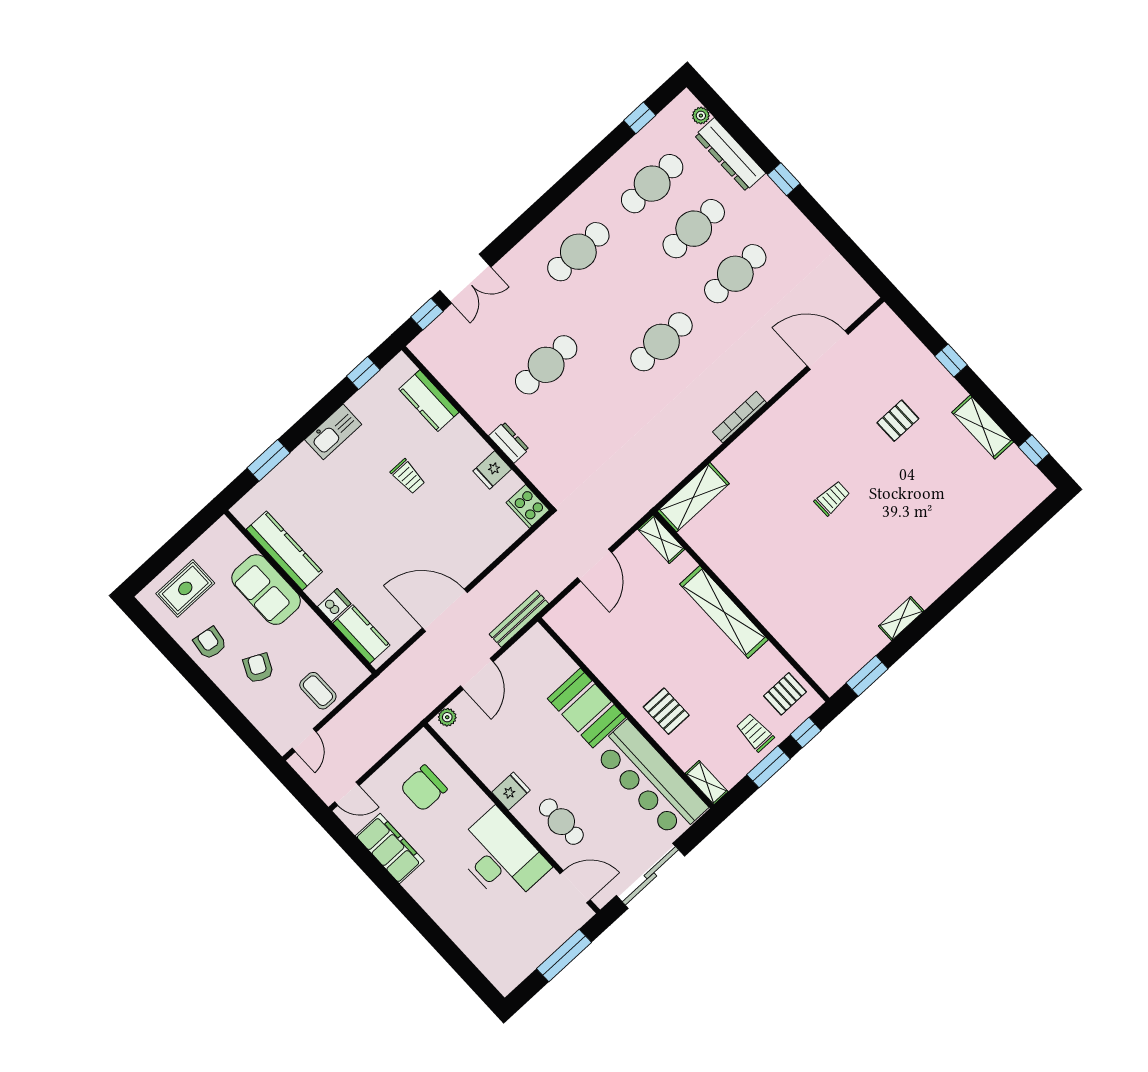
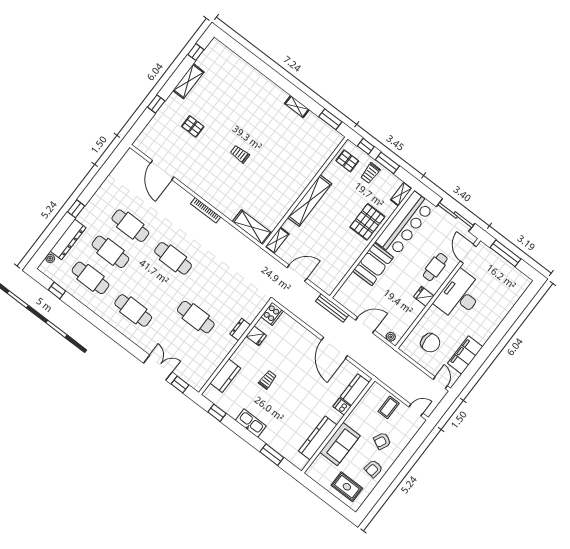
pallet: (666, 711) -> (367, 222), width x1.50, depth x1.42

